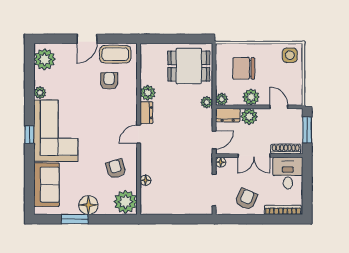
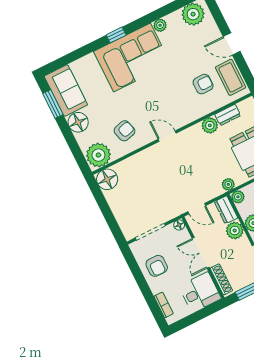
dresser: (146, 113) -> (228, 115), moved
floor lamp: (145, 180) -> (107, 179), moved, width x1.89, depth x1.89
sofa: (46, 185) -> (66, 90), moved, turned -90
armchair: (246, 199) -> (157, 266), turned 66
bookcase: (283, 210) -> (164, 305), width x0.64
window: (75, 219) -> (53, 104), moved

